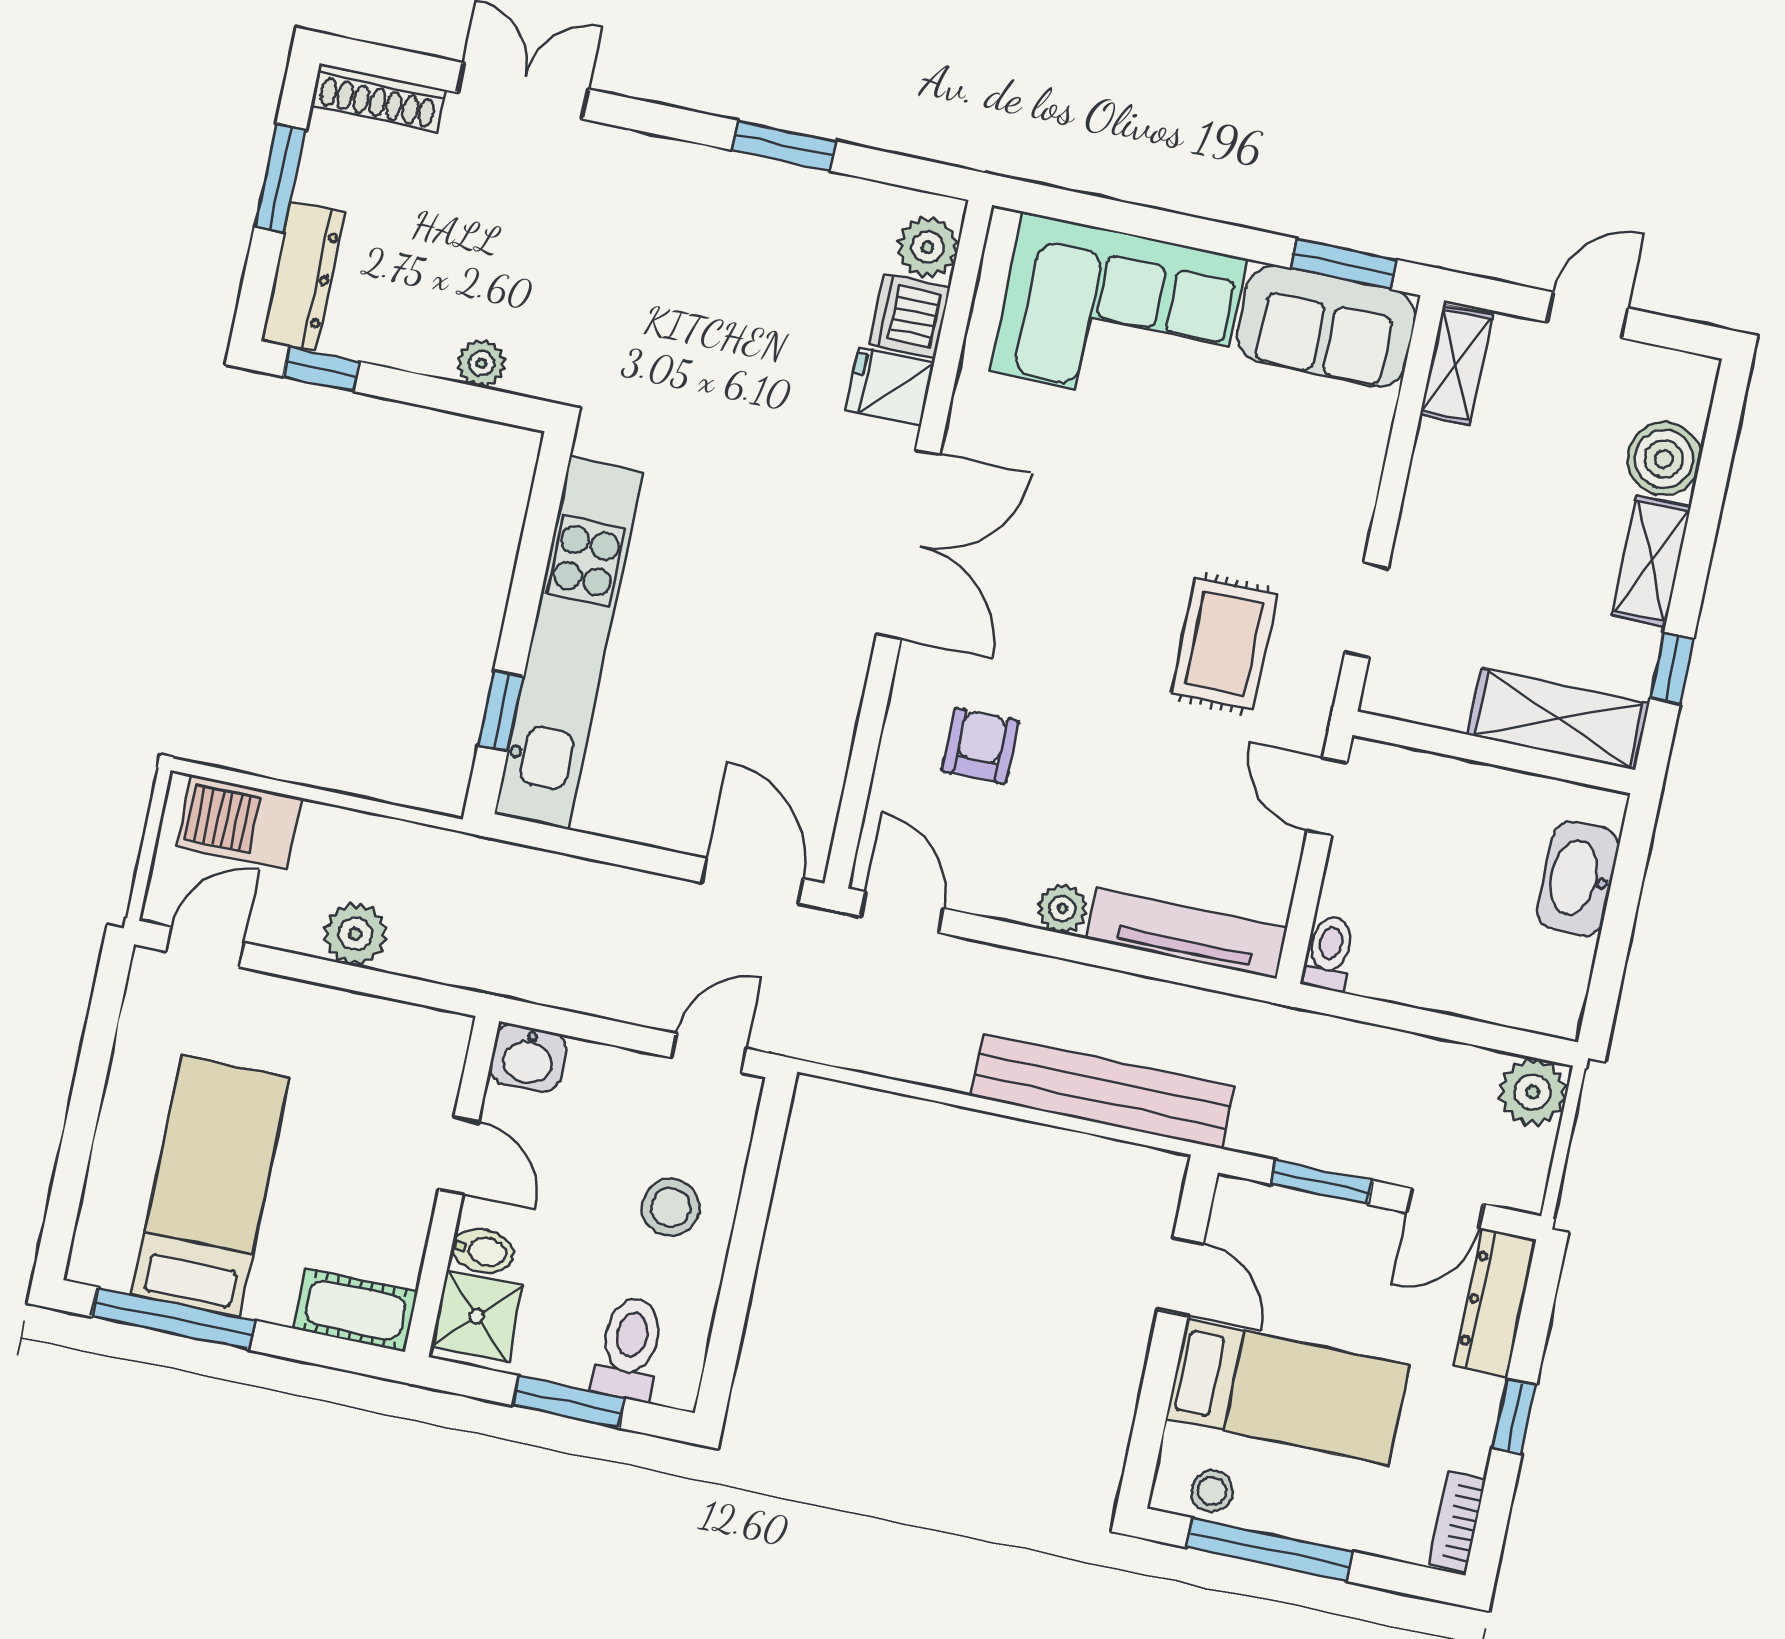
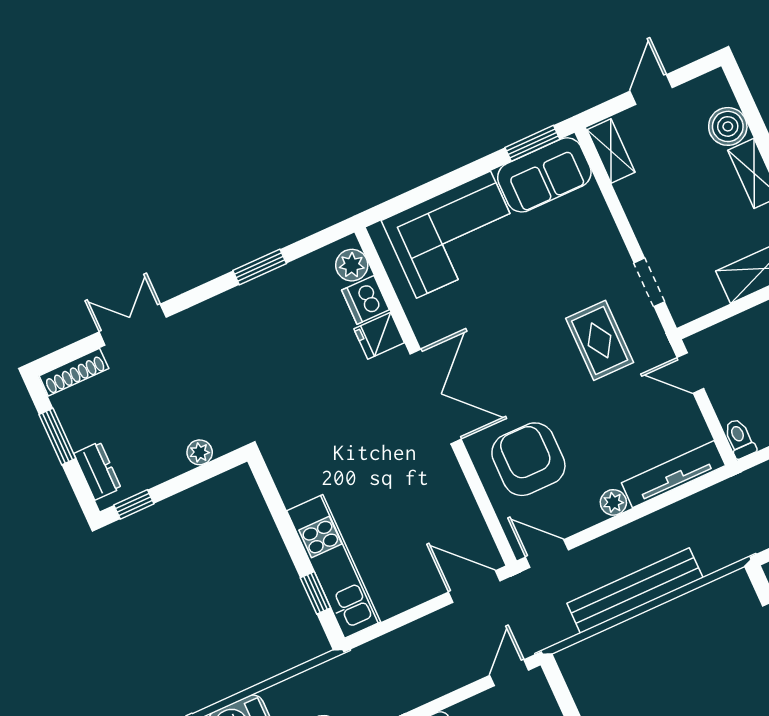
dresser: (303, 276) -> (97, 471), width x0.70
kitchen unit: (569, 643) -> (334, 566), width x0.73
armchair: (980, 746) -> (528, 459), width x1.88, depth x1.88
bench: (1103, 1091) -> (635, 591), moved

